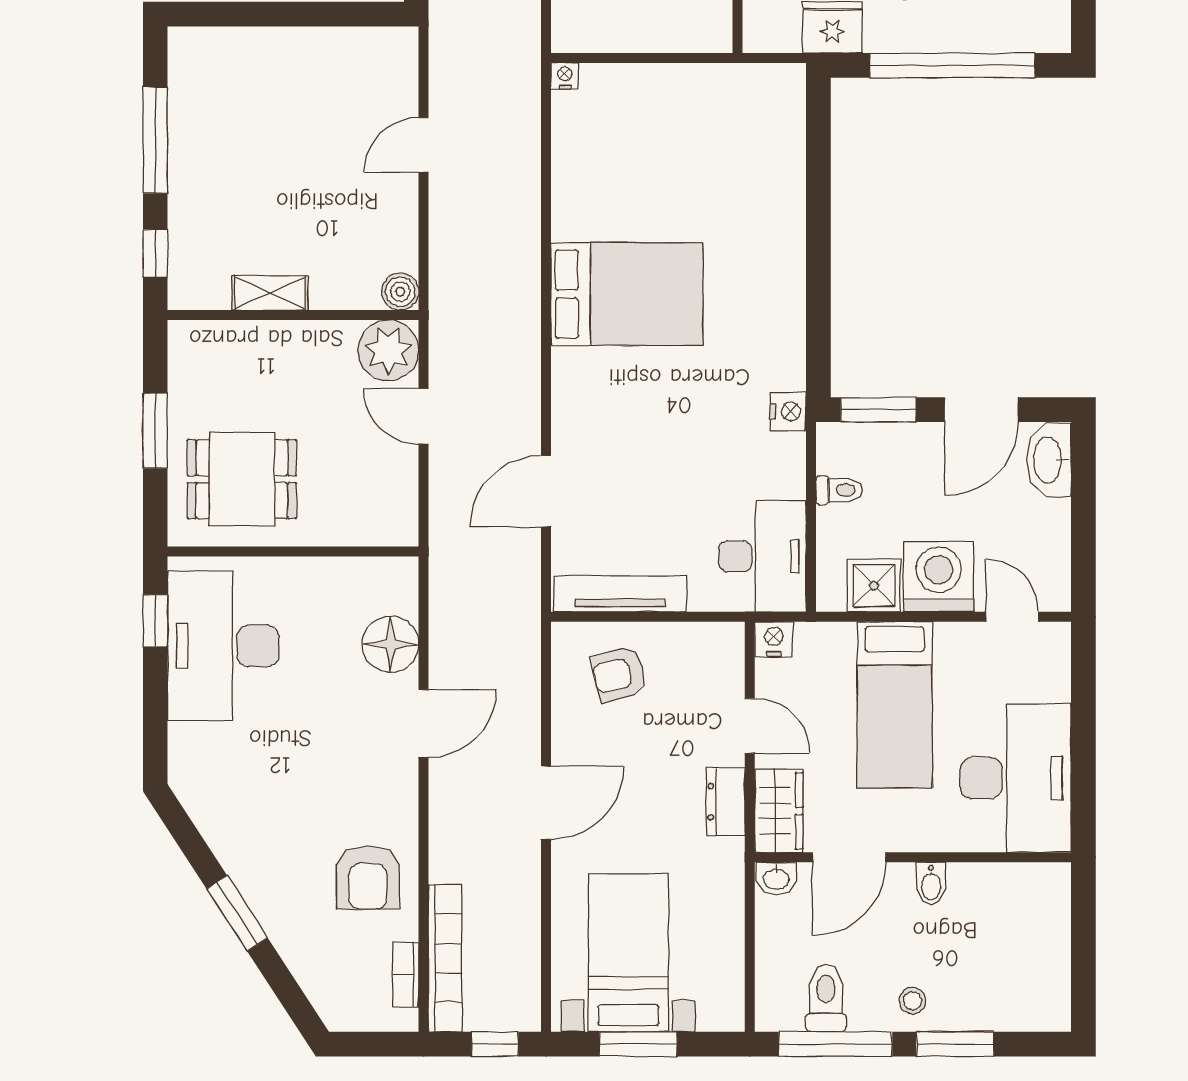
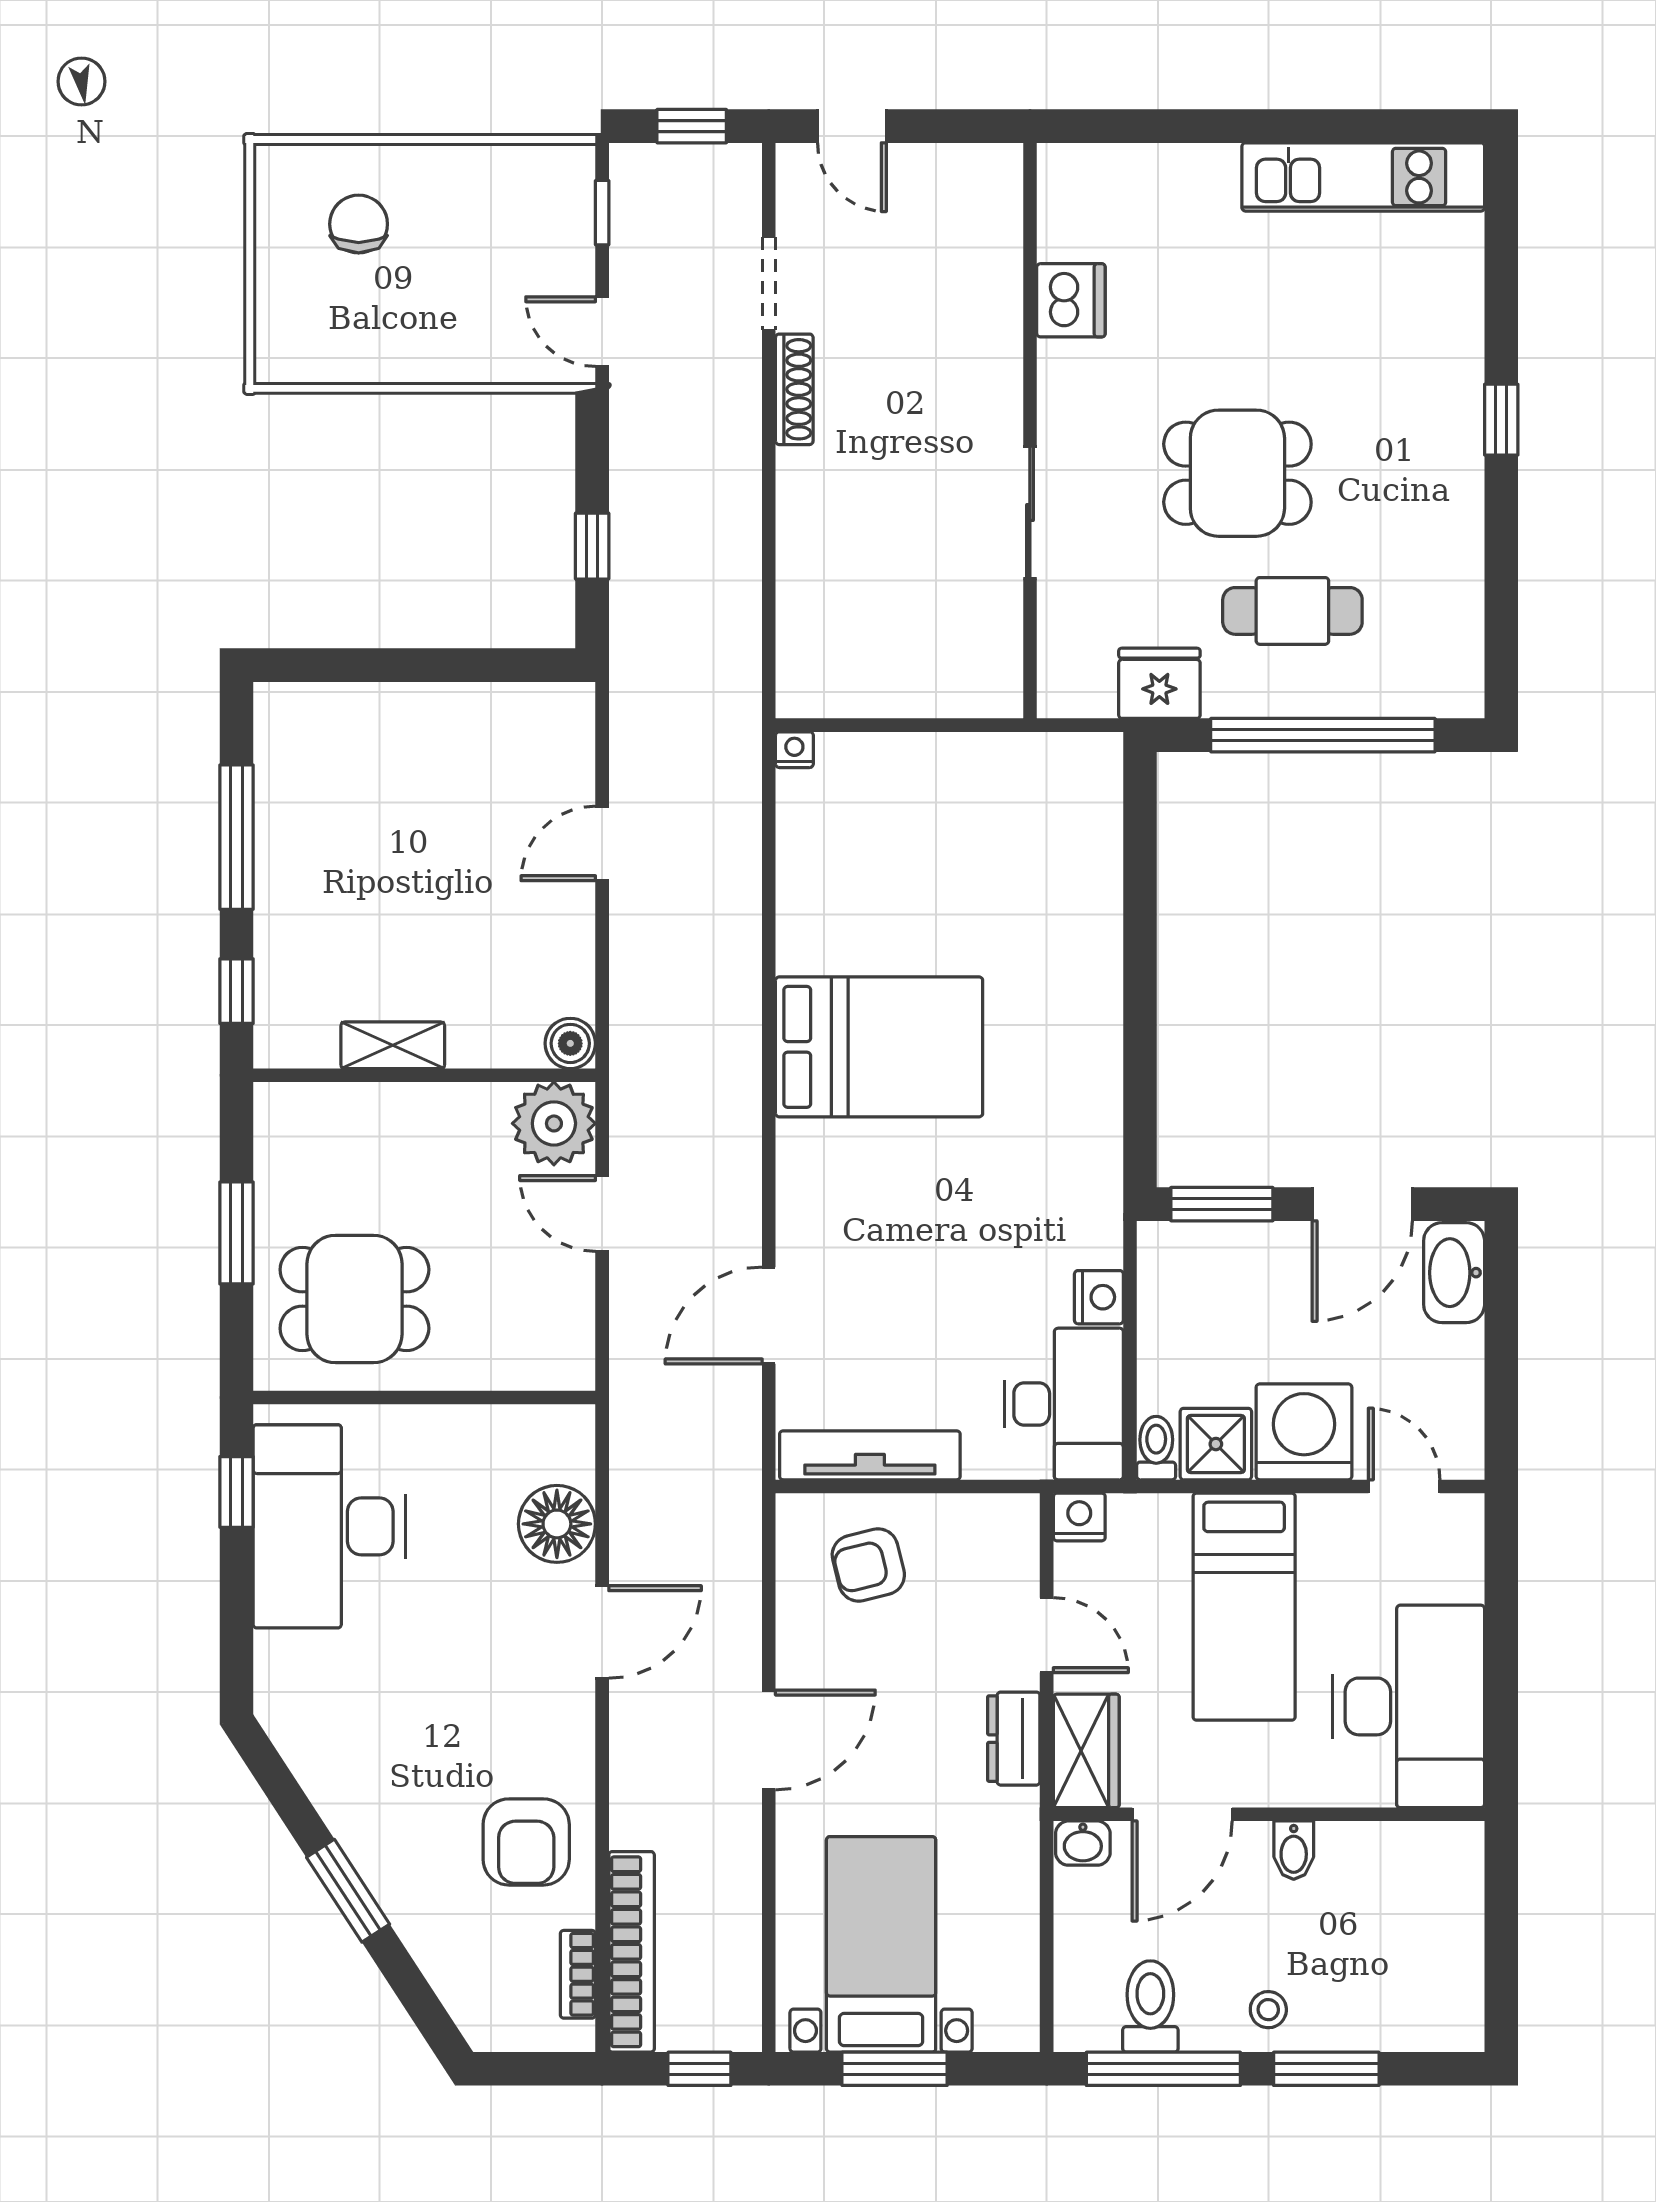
nightstand: (788, 412) -> (1099, 1297), moved
toilet: (839, 490) -> (1156, 1448), moved, turned -90

